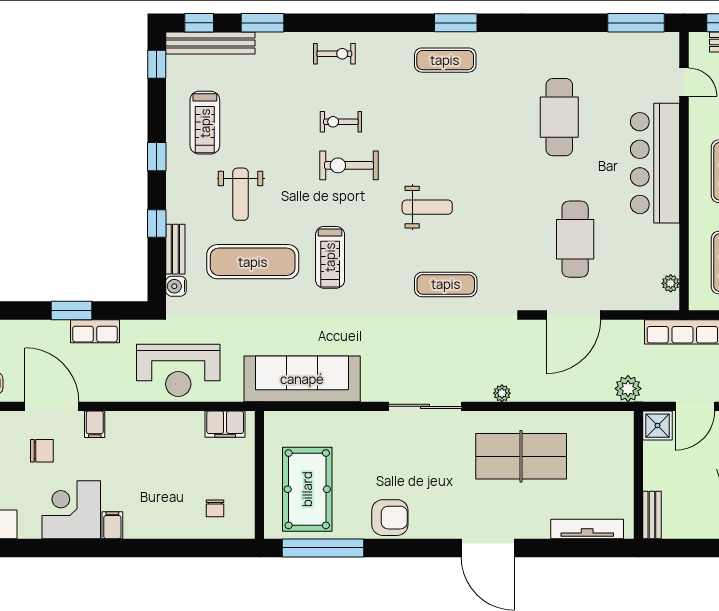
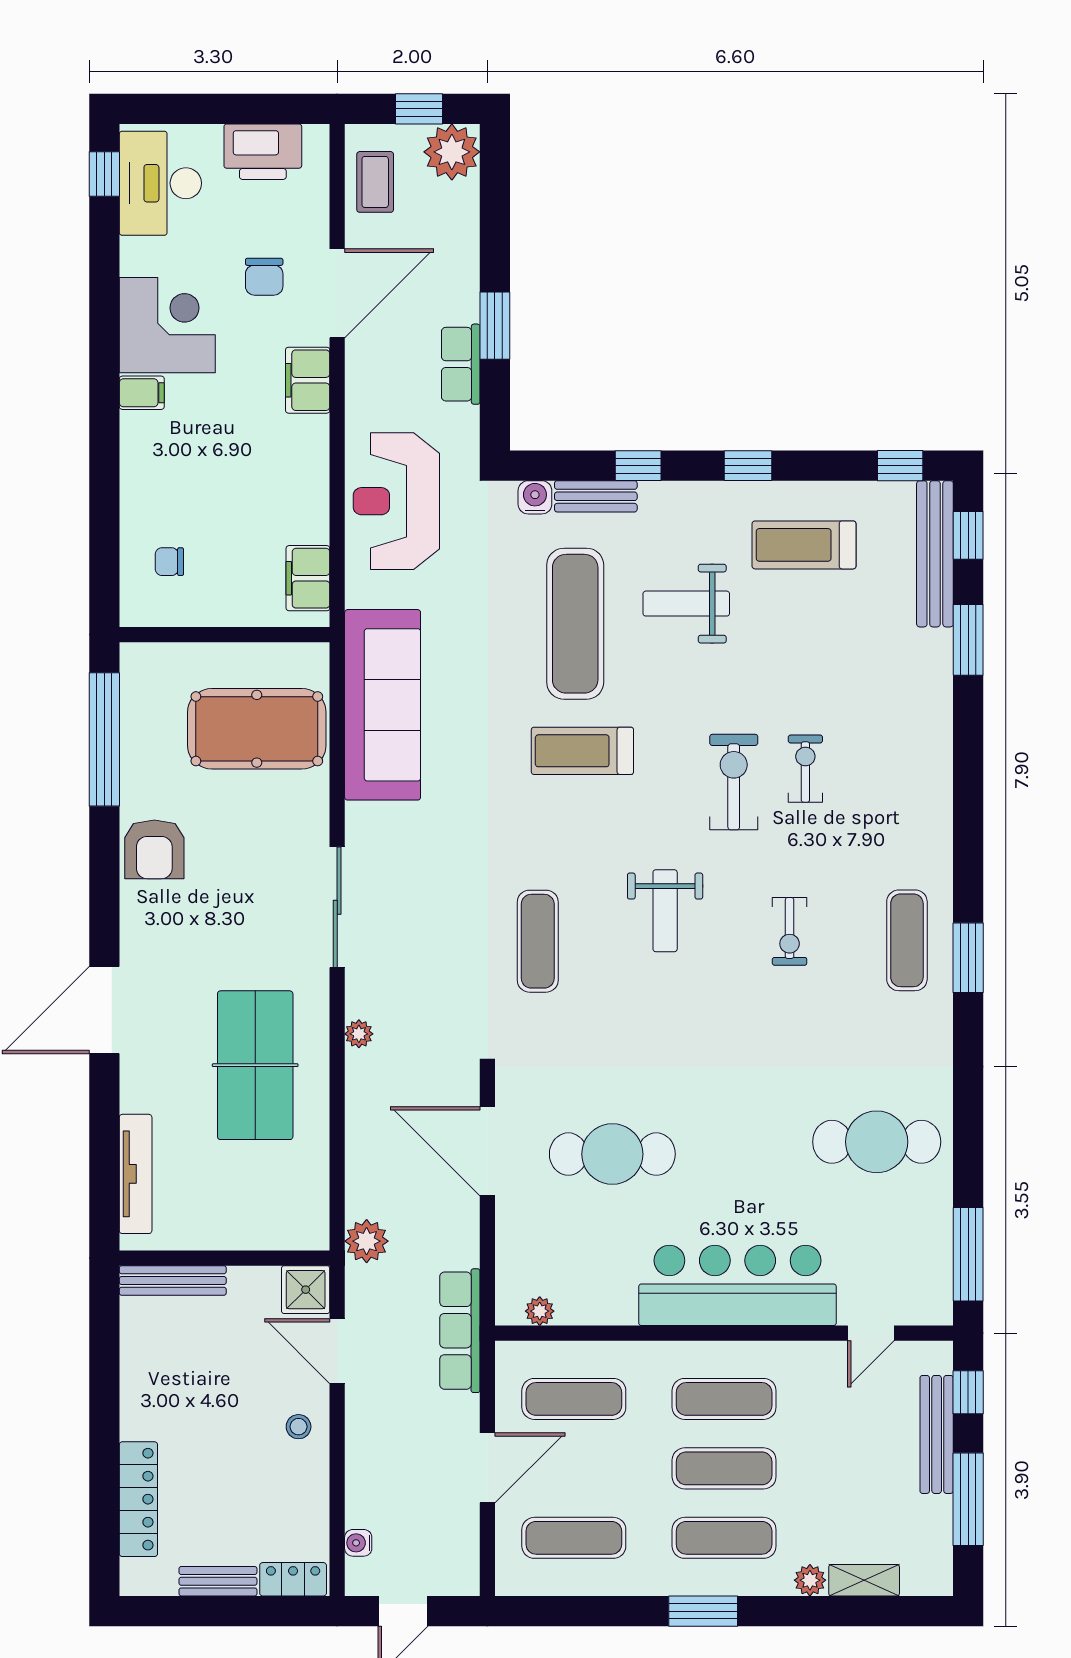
exercise bike: (334, 54) -> (790, 931), moved
cafe table: (559, 117) -> (877, 1142), moved
filing cabinet: (95, 424) -> (308, 380), width x2.00
pool table: (307, 489) -> (257, 729), moved
bench: (652, 515) -> (173, 1281), width x1.36

